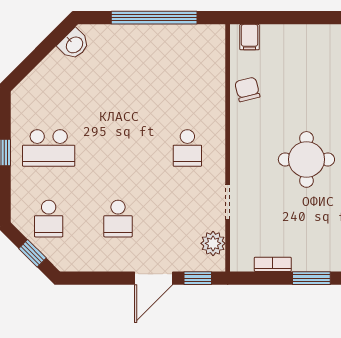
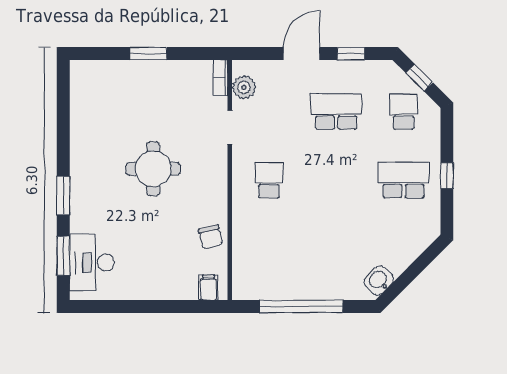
school desk: (118, 219) -> (336, 111), width x1.85
bookcase: (273, 264) -> (221, 78), moved, turned 90
window: (198, 278) -> (351, 54), moved

